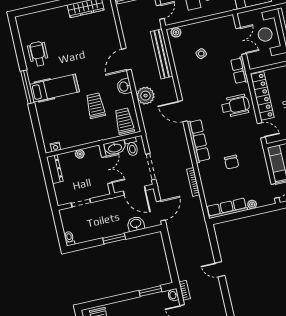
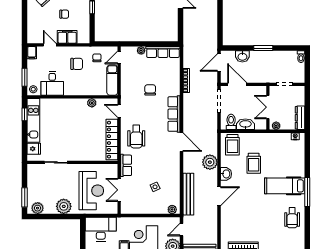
wheelchair: (235, 106) -> (136, 137), turned -90
wall: (107, 169) -> (268, 108), moved
double door: (107, 170) -> (268, 107), moved

